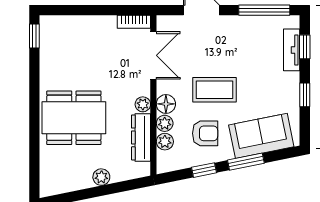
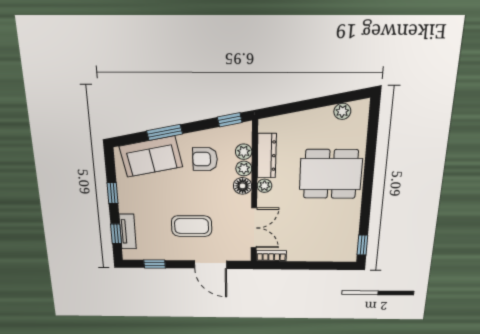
window: (264, 10) -> (155, 264), width x0.46
double door: (153, 55) -> (254, 228), swing flipped
coffee table: (214, 90) -> (192, 226), moved
window: (204, 170) -> (230, 120), moved
plant: (101, 177) -> (342, 111), moved

